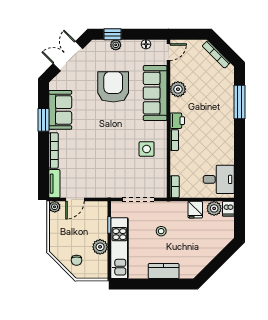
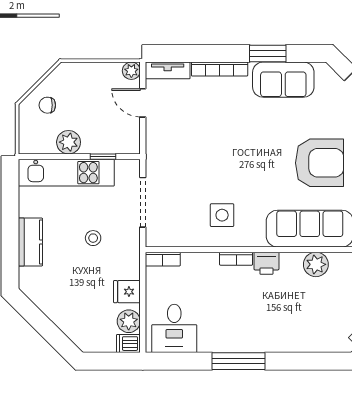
window: (240, 102) -> (239, 361), moved

